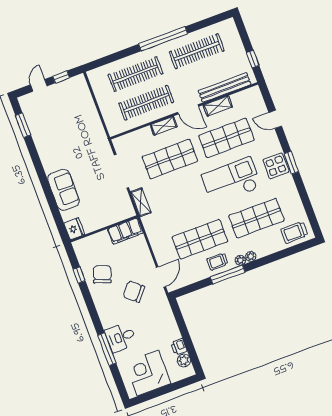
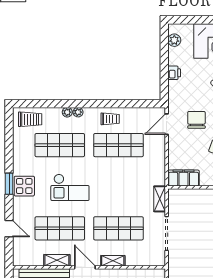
checkout: (231, 181) -> (70, 187), width x0.73, depth x0.83
plant: (240, 260) -> (67, 112), moved
window: (228, 274) -> (105, 104), removed
chair: (134, 292) -> (196, 120), turned -130
printer: (179, 347) -> (174, 73), moved

